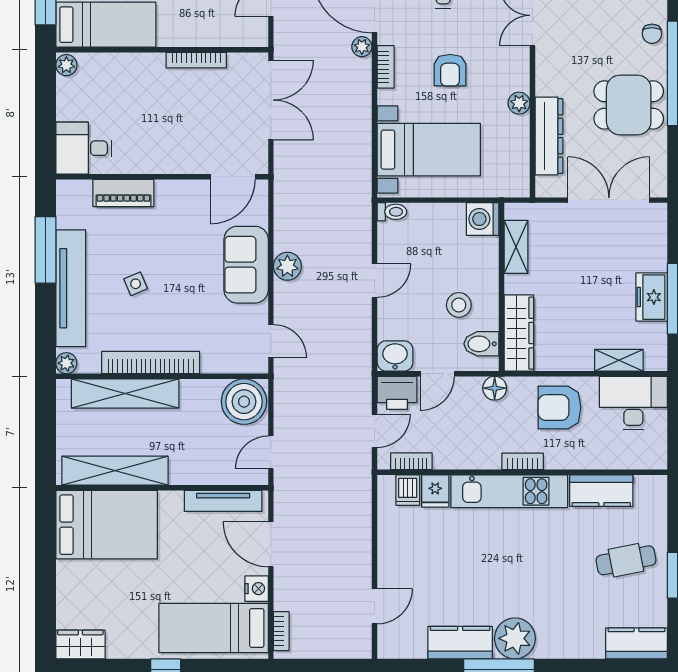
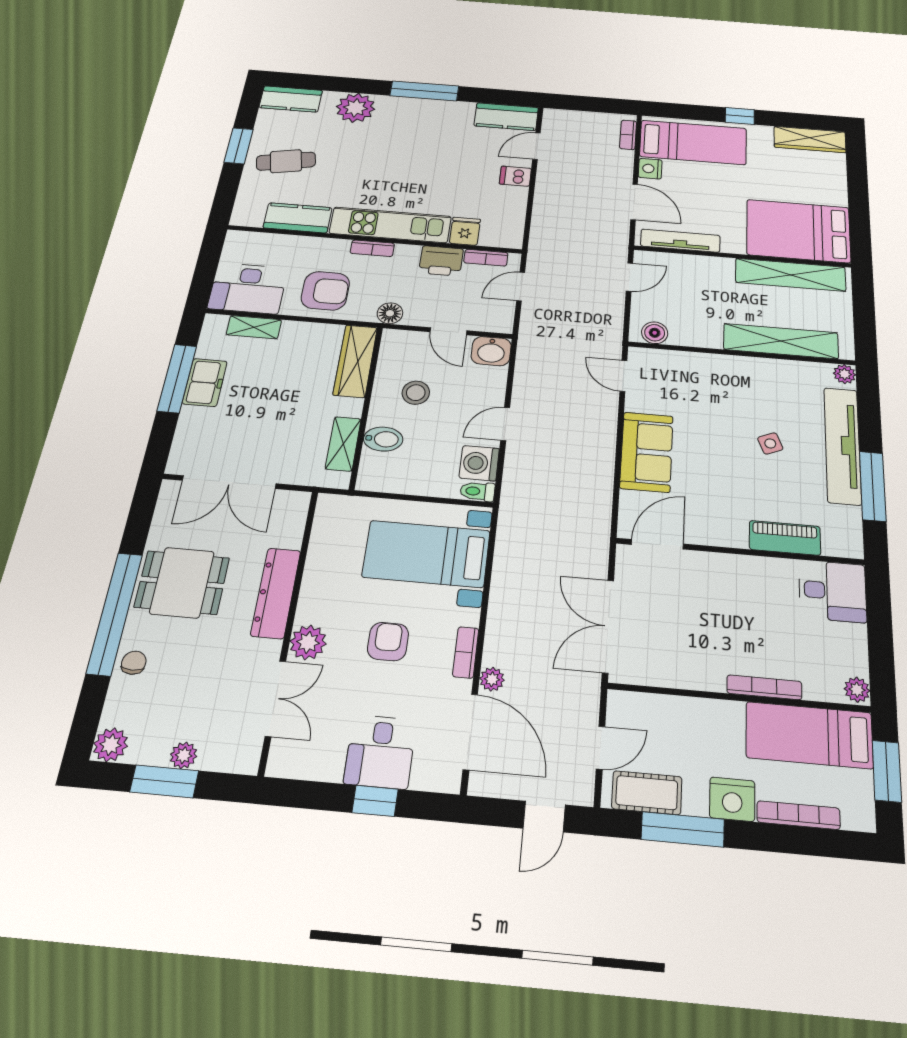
bookcase: (196, 60) -> (764, 687), moved
plant: (519, 103) -> (308, 642), moved, width x1.38, depth x1.38
dresser: (549, 136) -> (276, 593), moved
washing machine: (483, 219) -> (479, 463), moved, turned 180
plant: (287, 266) -> (600, 446), removed
bidet: (481, 344) -> (383, 439), moved
bookcase: (151, 363) -> (754, 367), removed
door: (437, 374) -> (448, 331), swing flipped
printer: (397, 393) -> (441, 261), moved, turned 180
boiler: (244, 402) -> (655, 333), width x0.54, depth x0.54
dishwasher: (408, 490) -> (515, 176), moved, turned -90
plant: (515, 638) -> (356, 108), moved
kitchen counter: (460, 643) -> (506, 117), moved
wardrobe: (80, 644) -> (810, 139), width x1.50

